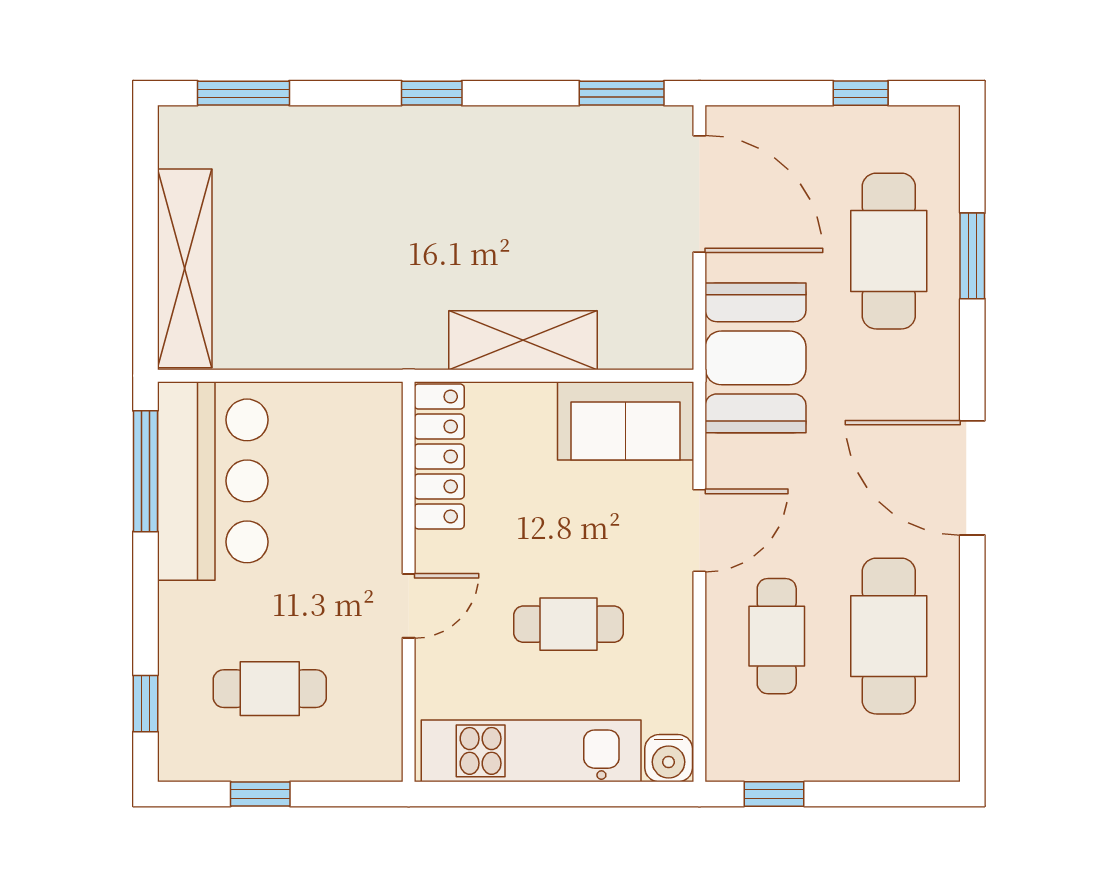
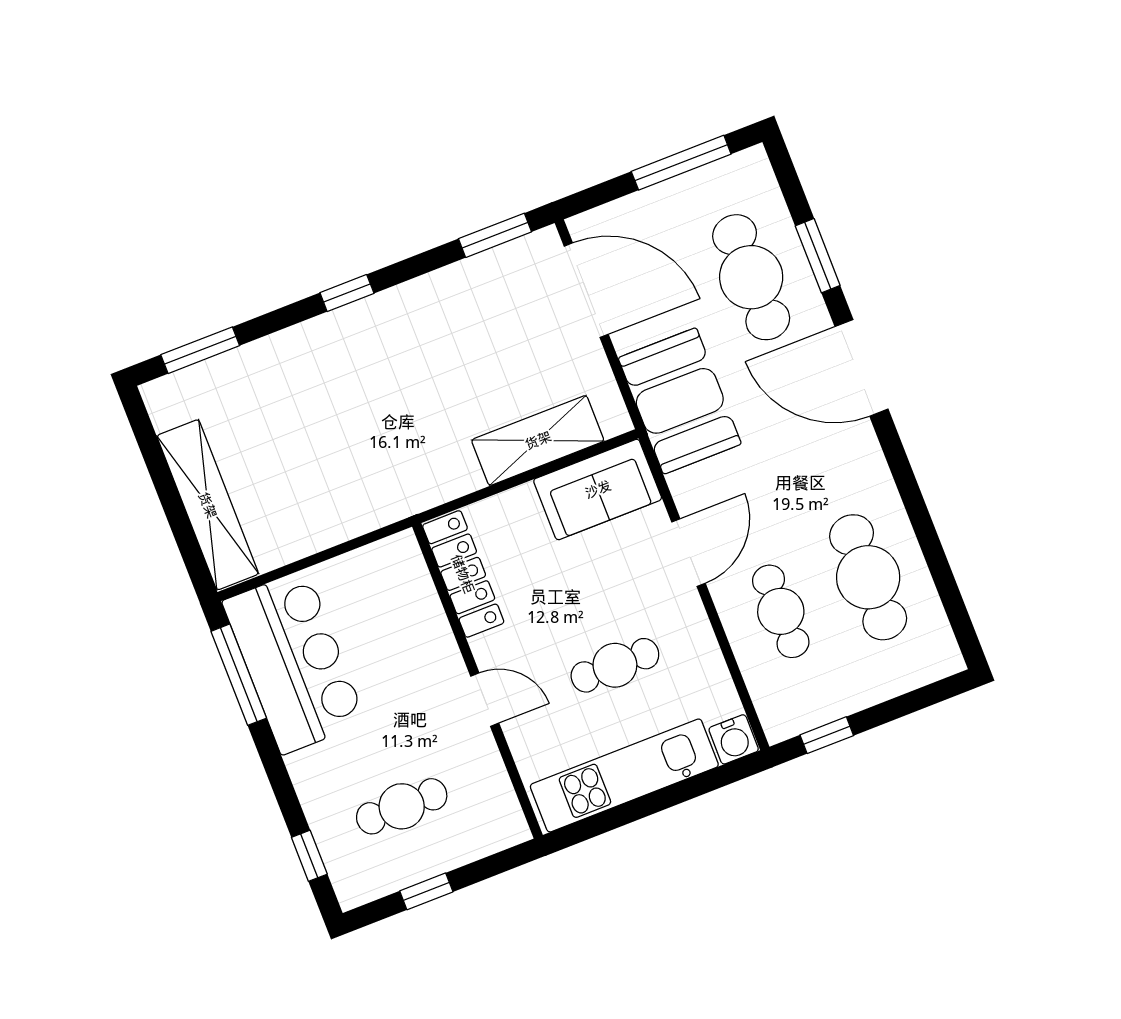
window: (861, 93) -> (681, 163), width x2.17
shelving: (523, 340) -> (538, 440), moved
door: (972, 478) -> (861, 368), moved
door: (409, 606) -> (485, 700), hinge flipped

